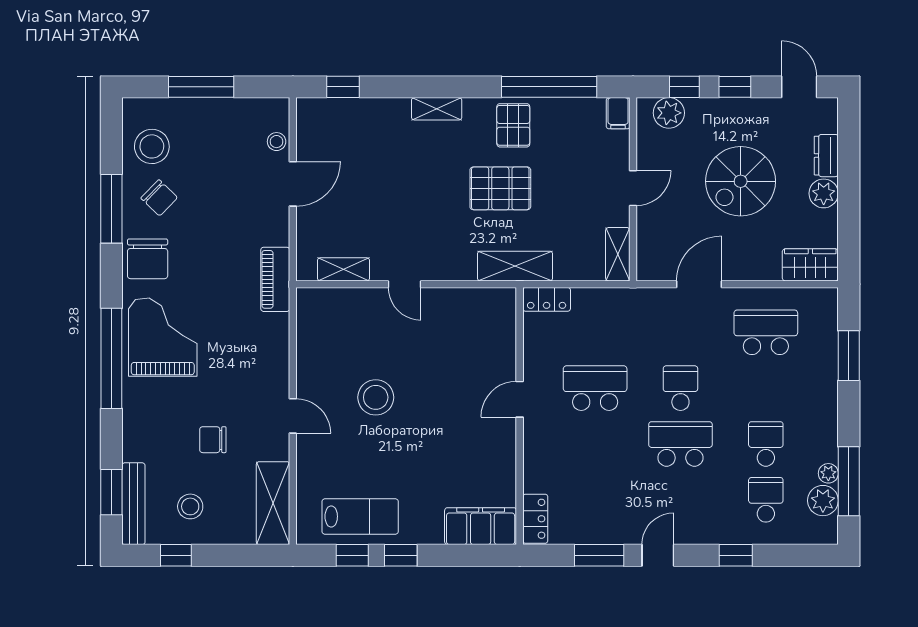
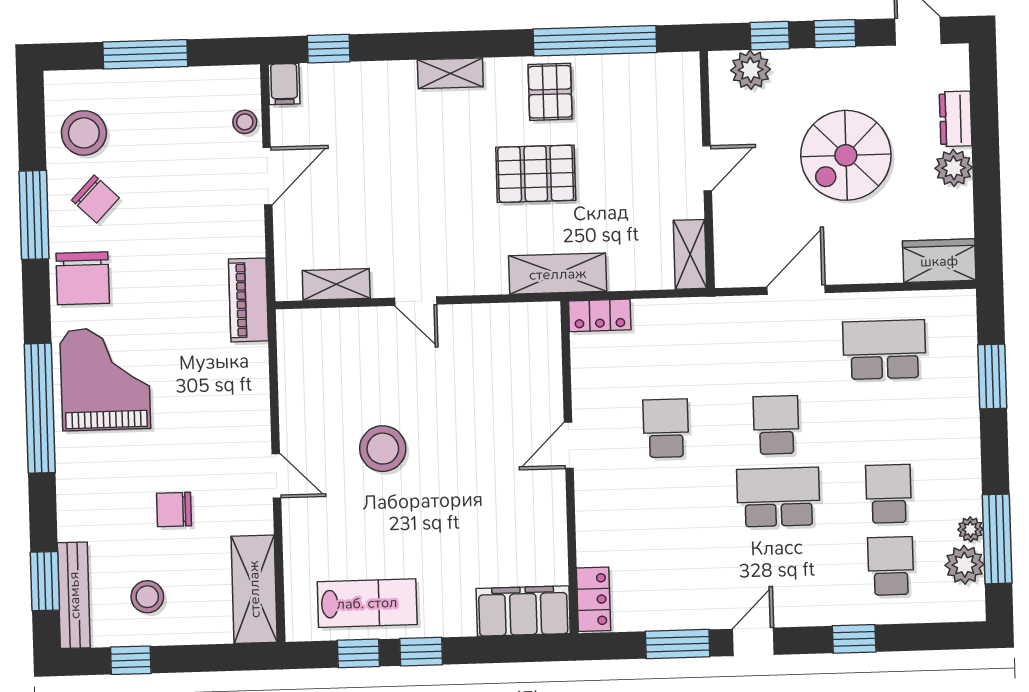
filing cabinet: (618, 113) -> (284, 84), moved
school desk: (595, 388) -> (666, 428), width x0.54

